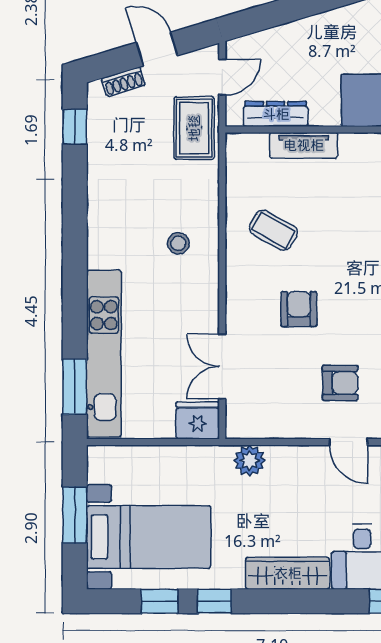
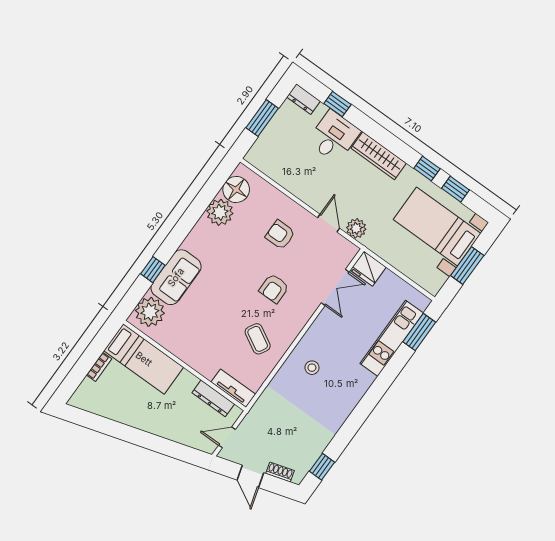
rug: (194, 128) -> (261, 422), removed
tv unit: (304, 145) -> (233, 388), moved
kitchen unit: (104, 354) -> (392, 338), width x0.73
door: (348, 442) -> (329, 223), moved

